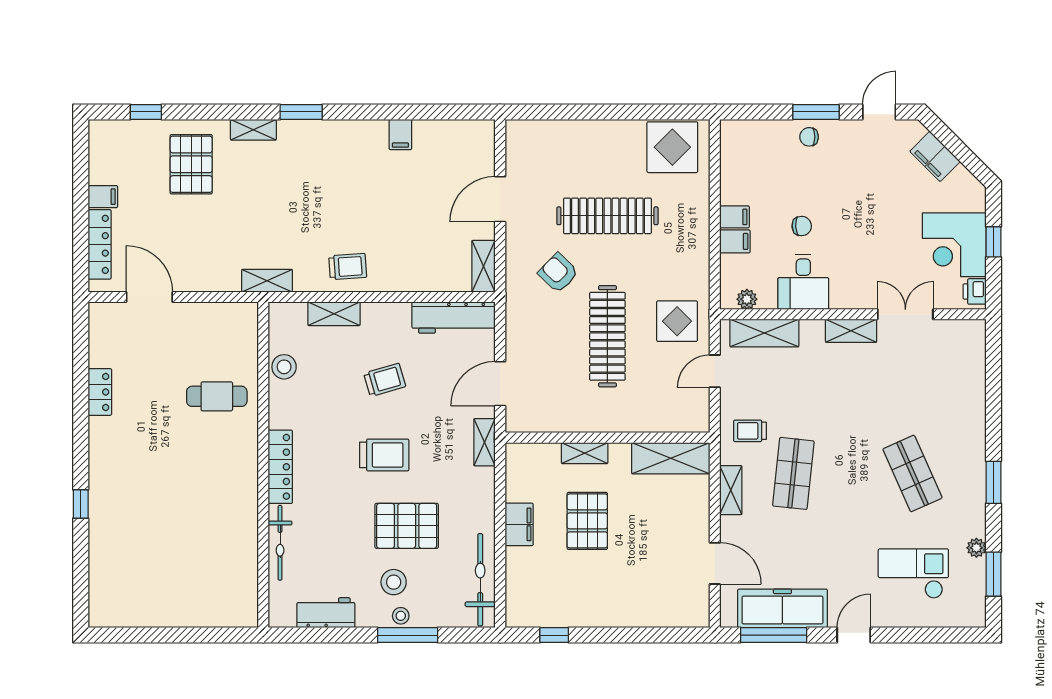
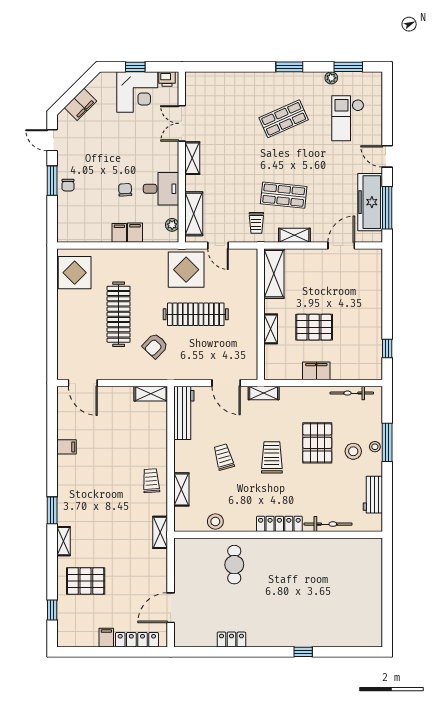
door: (500, 199) -> (83, 383), moved
display table: (677, 321) -> (186, 270), width x1.36, depth x1.36
bicycle: (480, 580) -> (352, 393), width x0.73, depth x0.71

